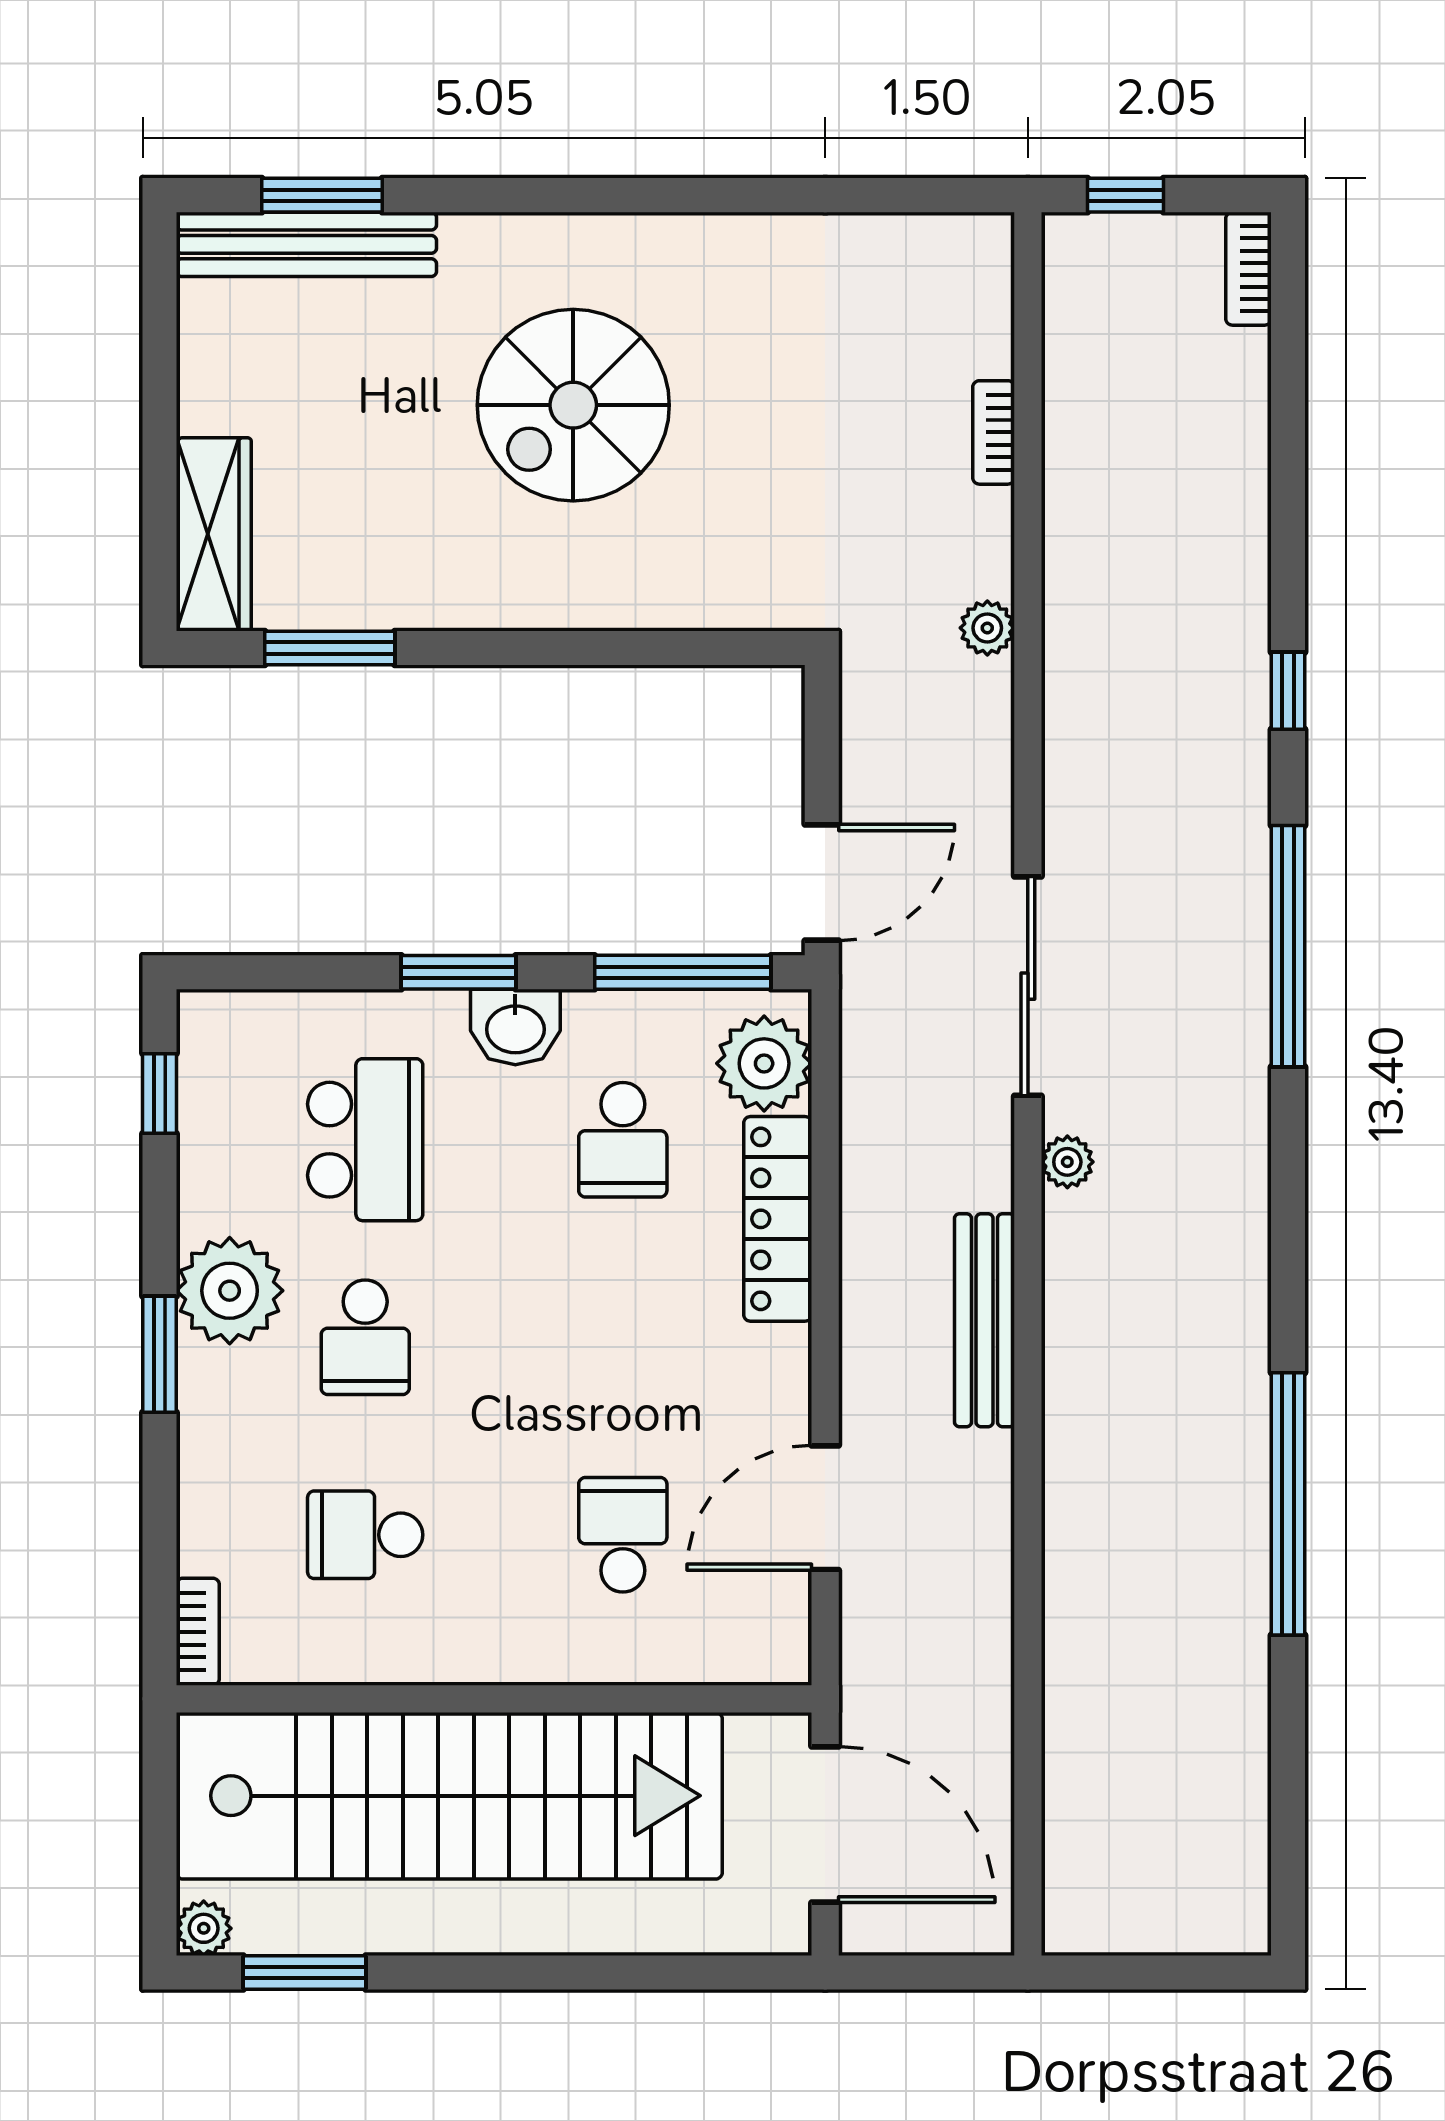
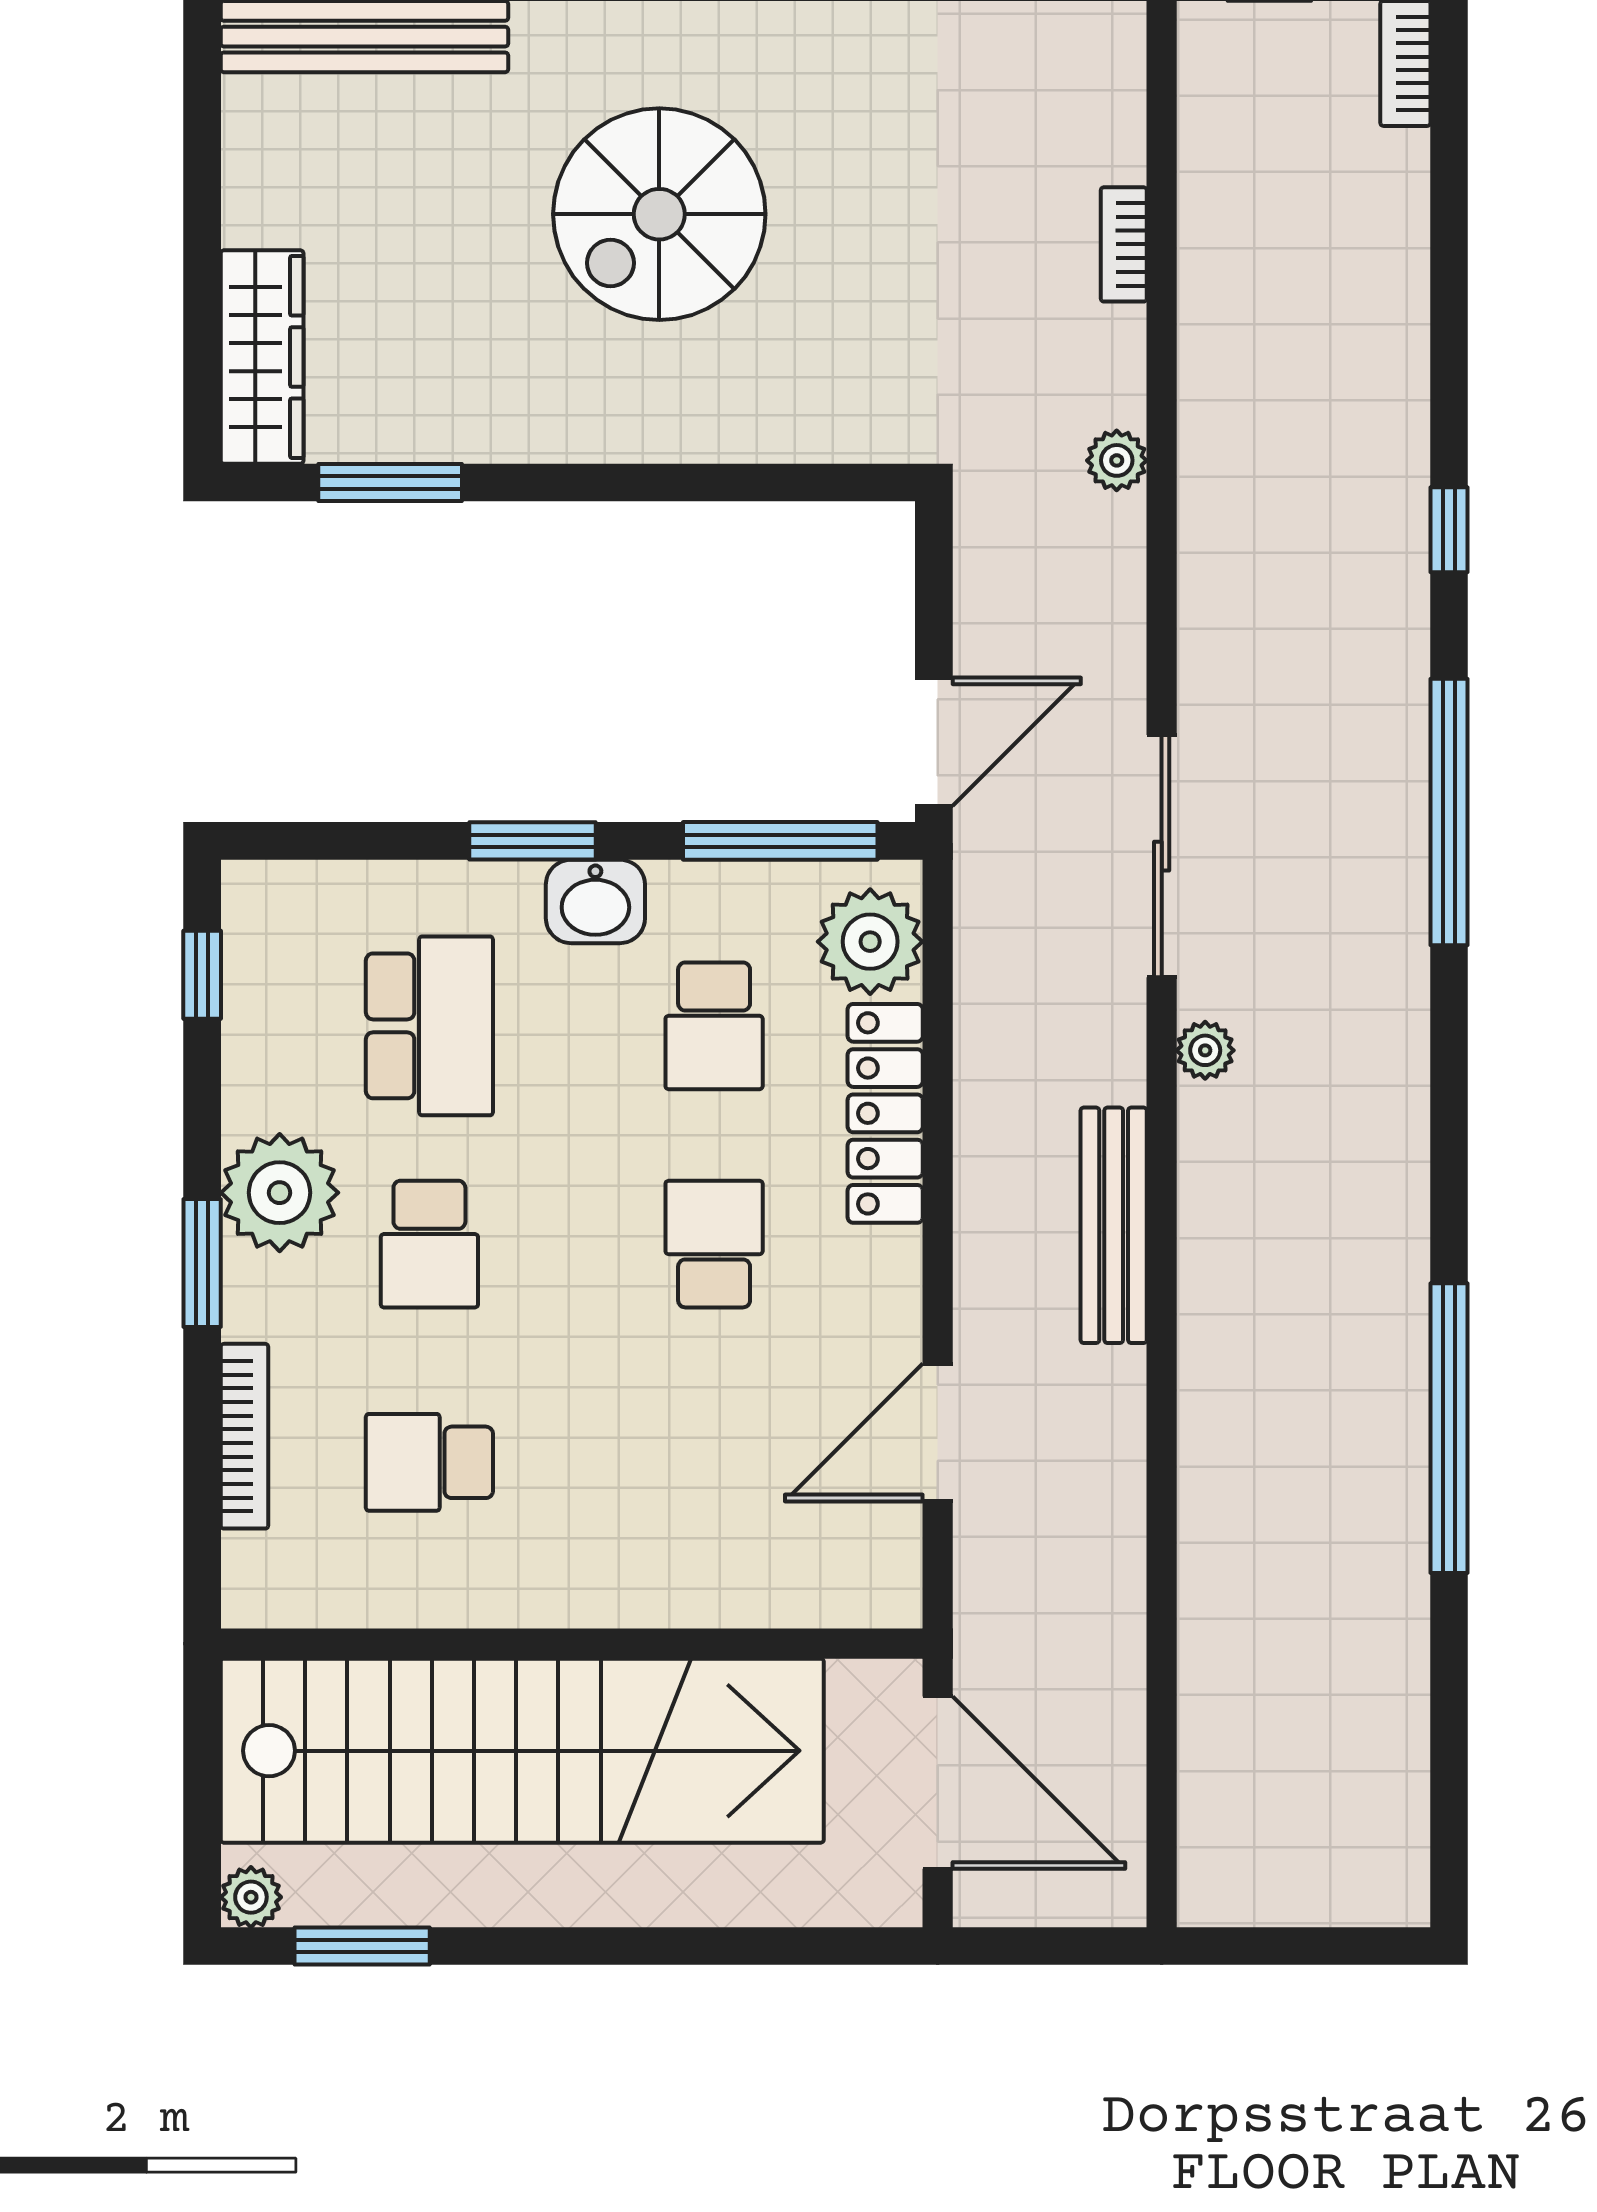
school desk: (623, 1535) -> (714, 1244), moved
bookcase: (198, 1632) -> (244, 1436), moved, width x1.56

